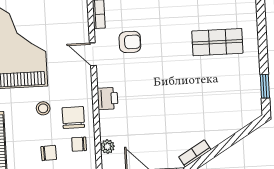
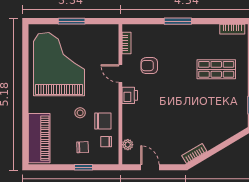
armchair: (130, 42) -> (149, 66), turned 180
printer: (107, 99) -> (130, 95), moved
chair: (73, 118) -> (103, 121), turned 90

